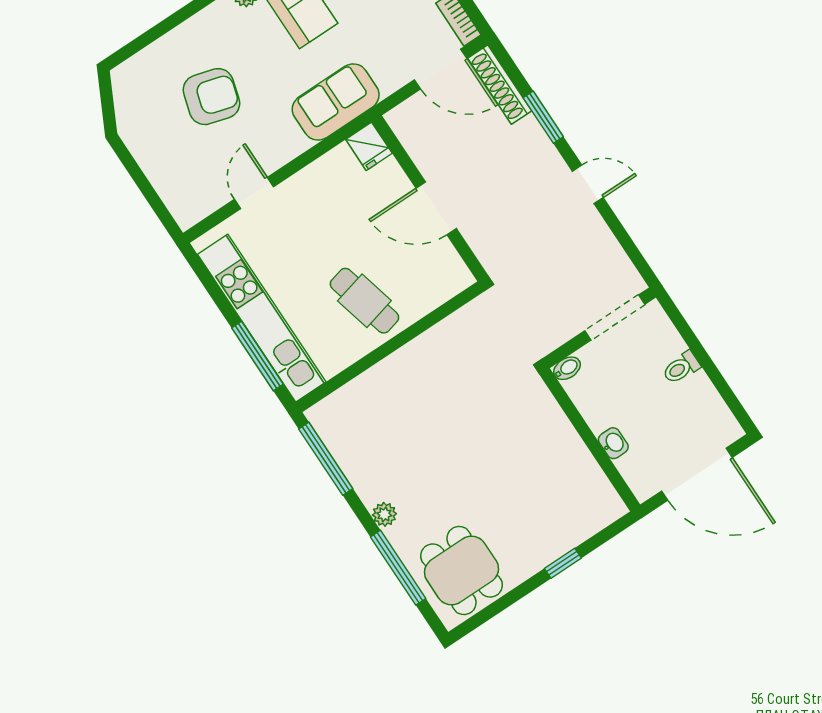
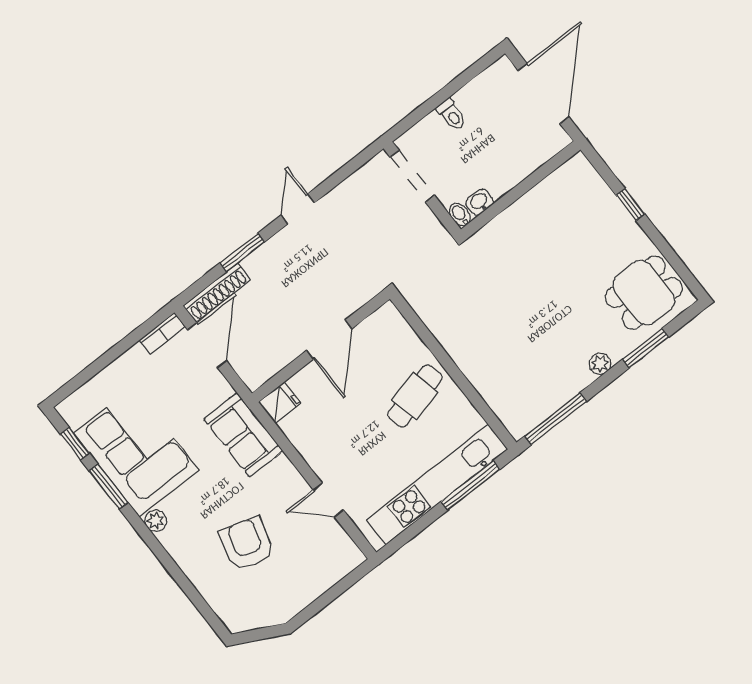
washbasin: (613, 443) -> (480, 202), moved
window: (398, 568) -> (646, 348), width x0.69

